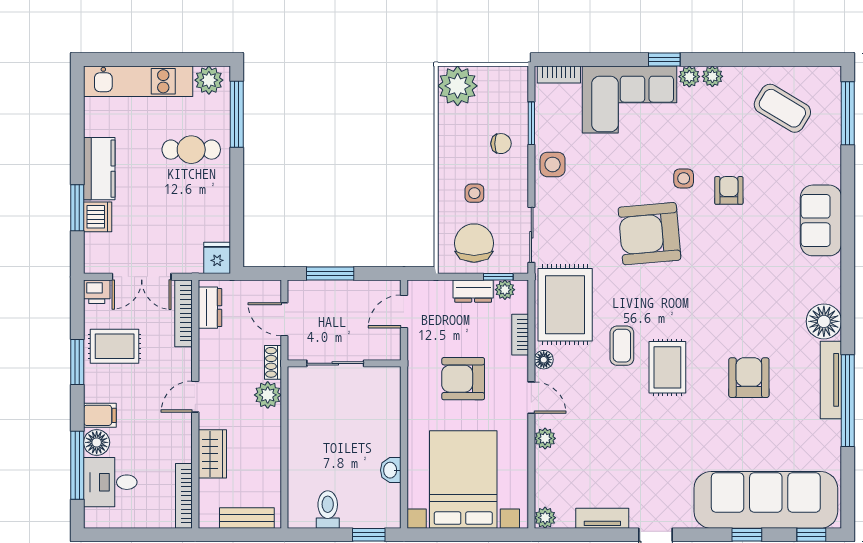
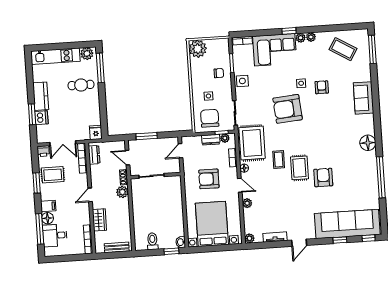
armchair: (749, 378) -> (323, 178), moved
tv unit: (831, 380) -> (373, 169), removed
washbasin: (391, 470) -> (181, 242), moved

